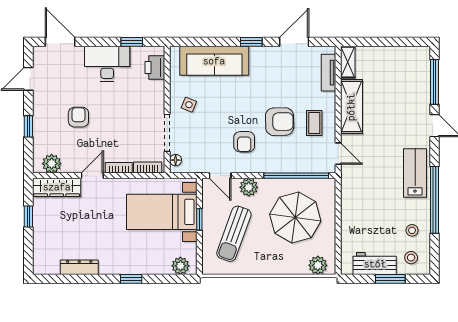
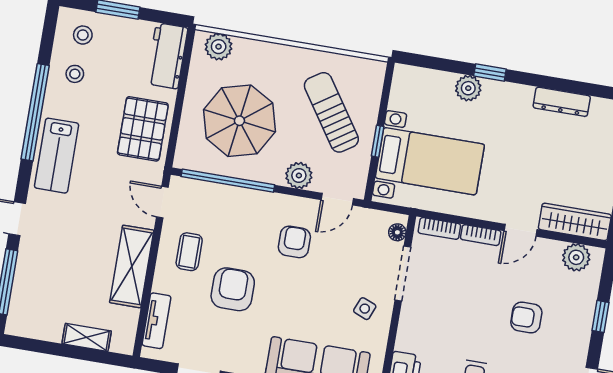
shelving: (348, 62) -> (87, 337), moved, turned 90
armchair: (78, 117) -> (526, 318), turned 90
armchair: (280, 122) -> (233, 289), moved, turned 91
door: (220, 176) -> (337, 199), swing flipped
pallet: (360, 201) -> (143, 129), added
sun lounger: (234, 234) -> (331, 112), turned -54
workbench: (375, 264) -> (167, 56), moved, turned 90
plant: (180, 266) -> (468, 88), moved

